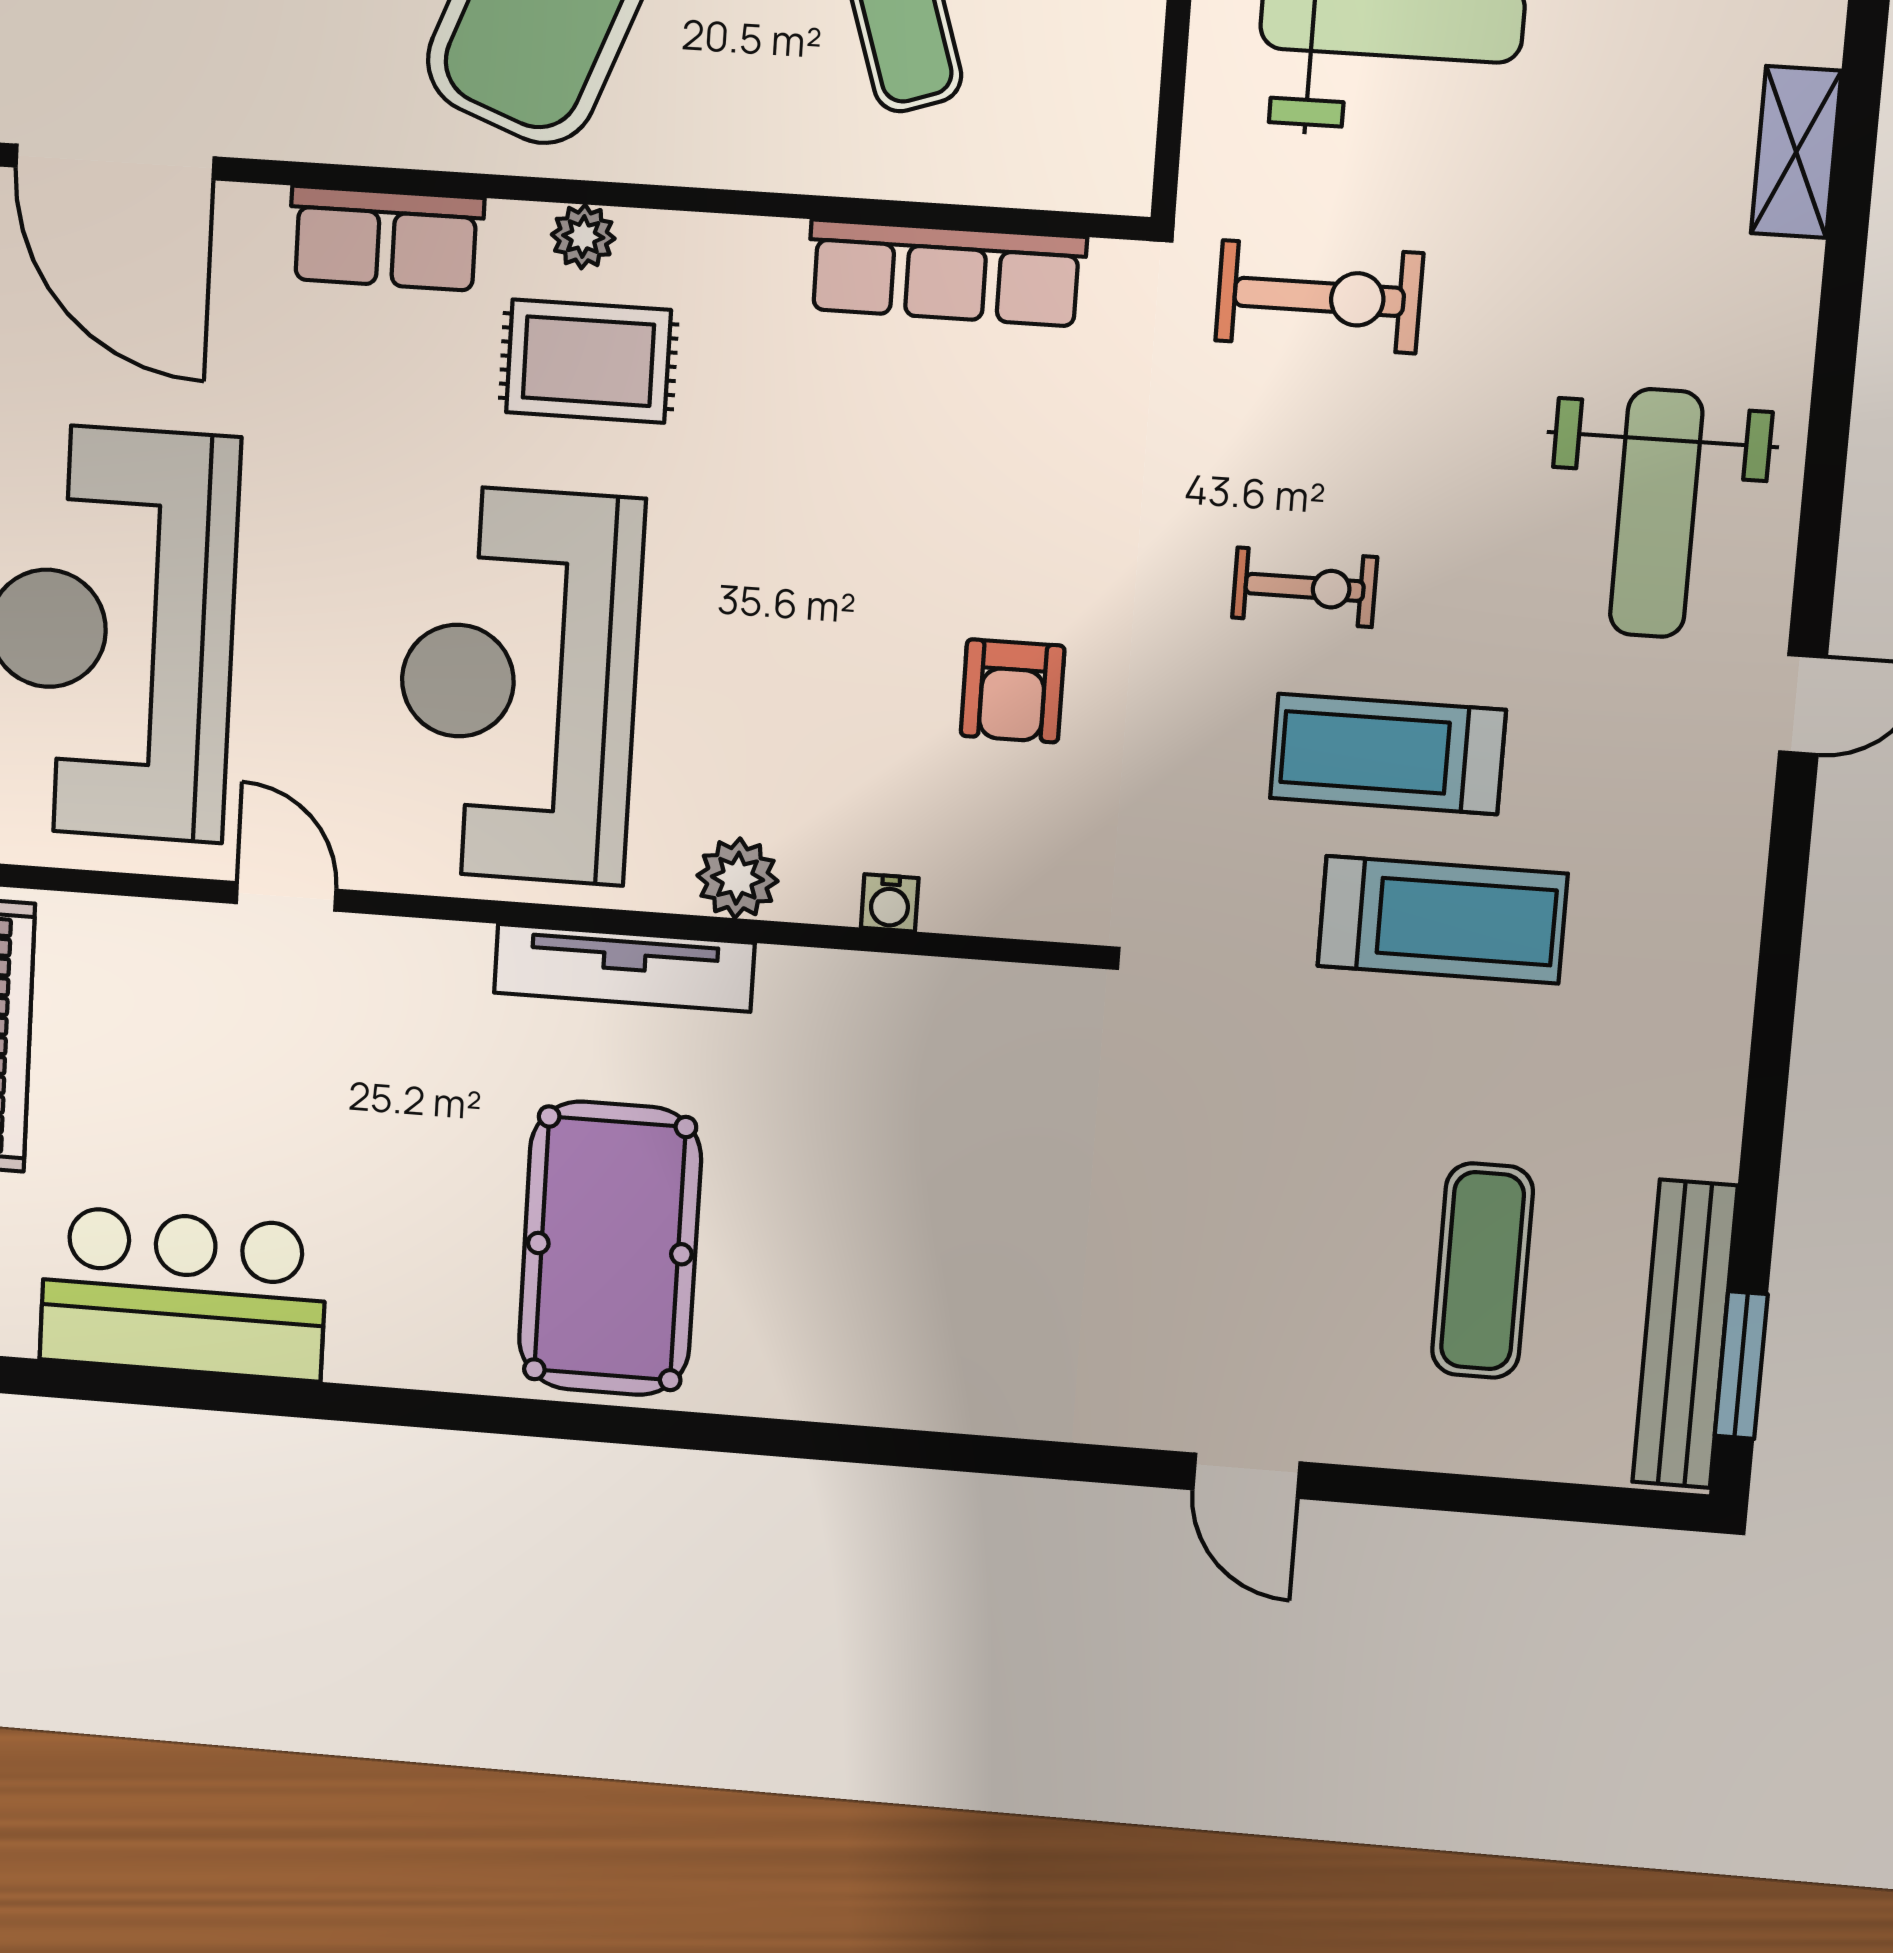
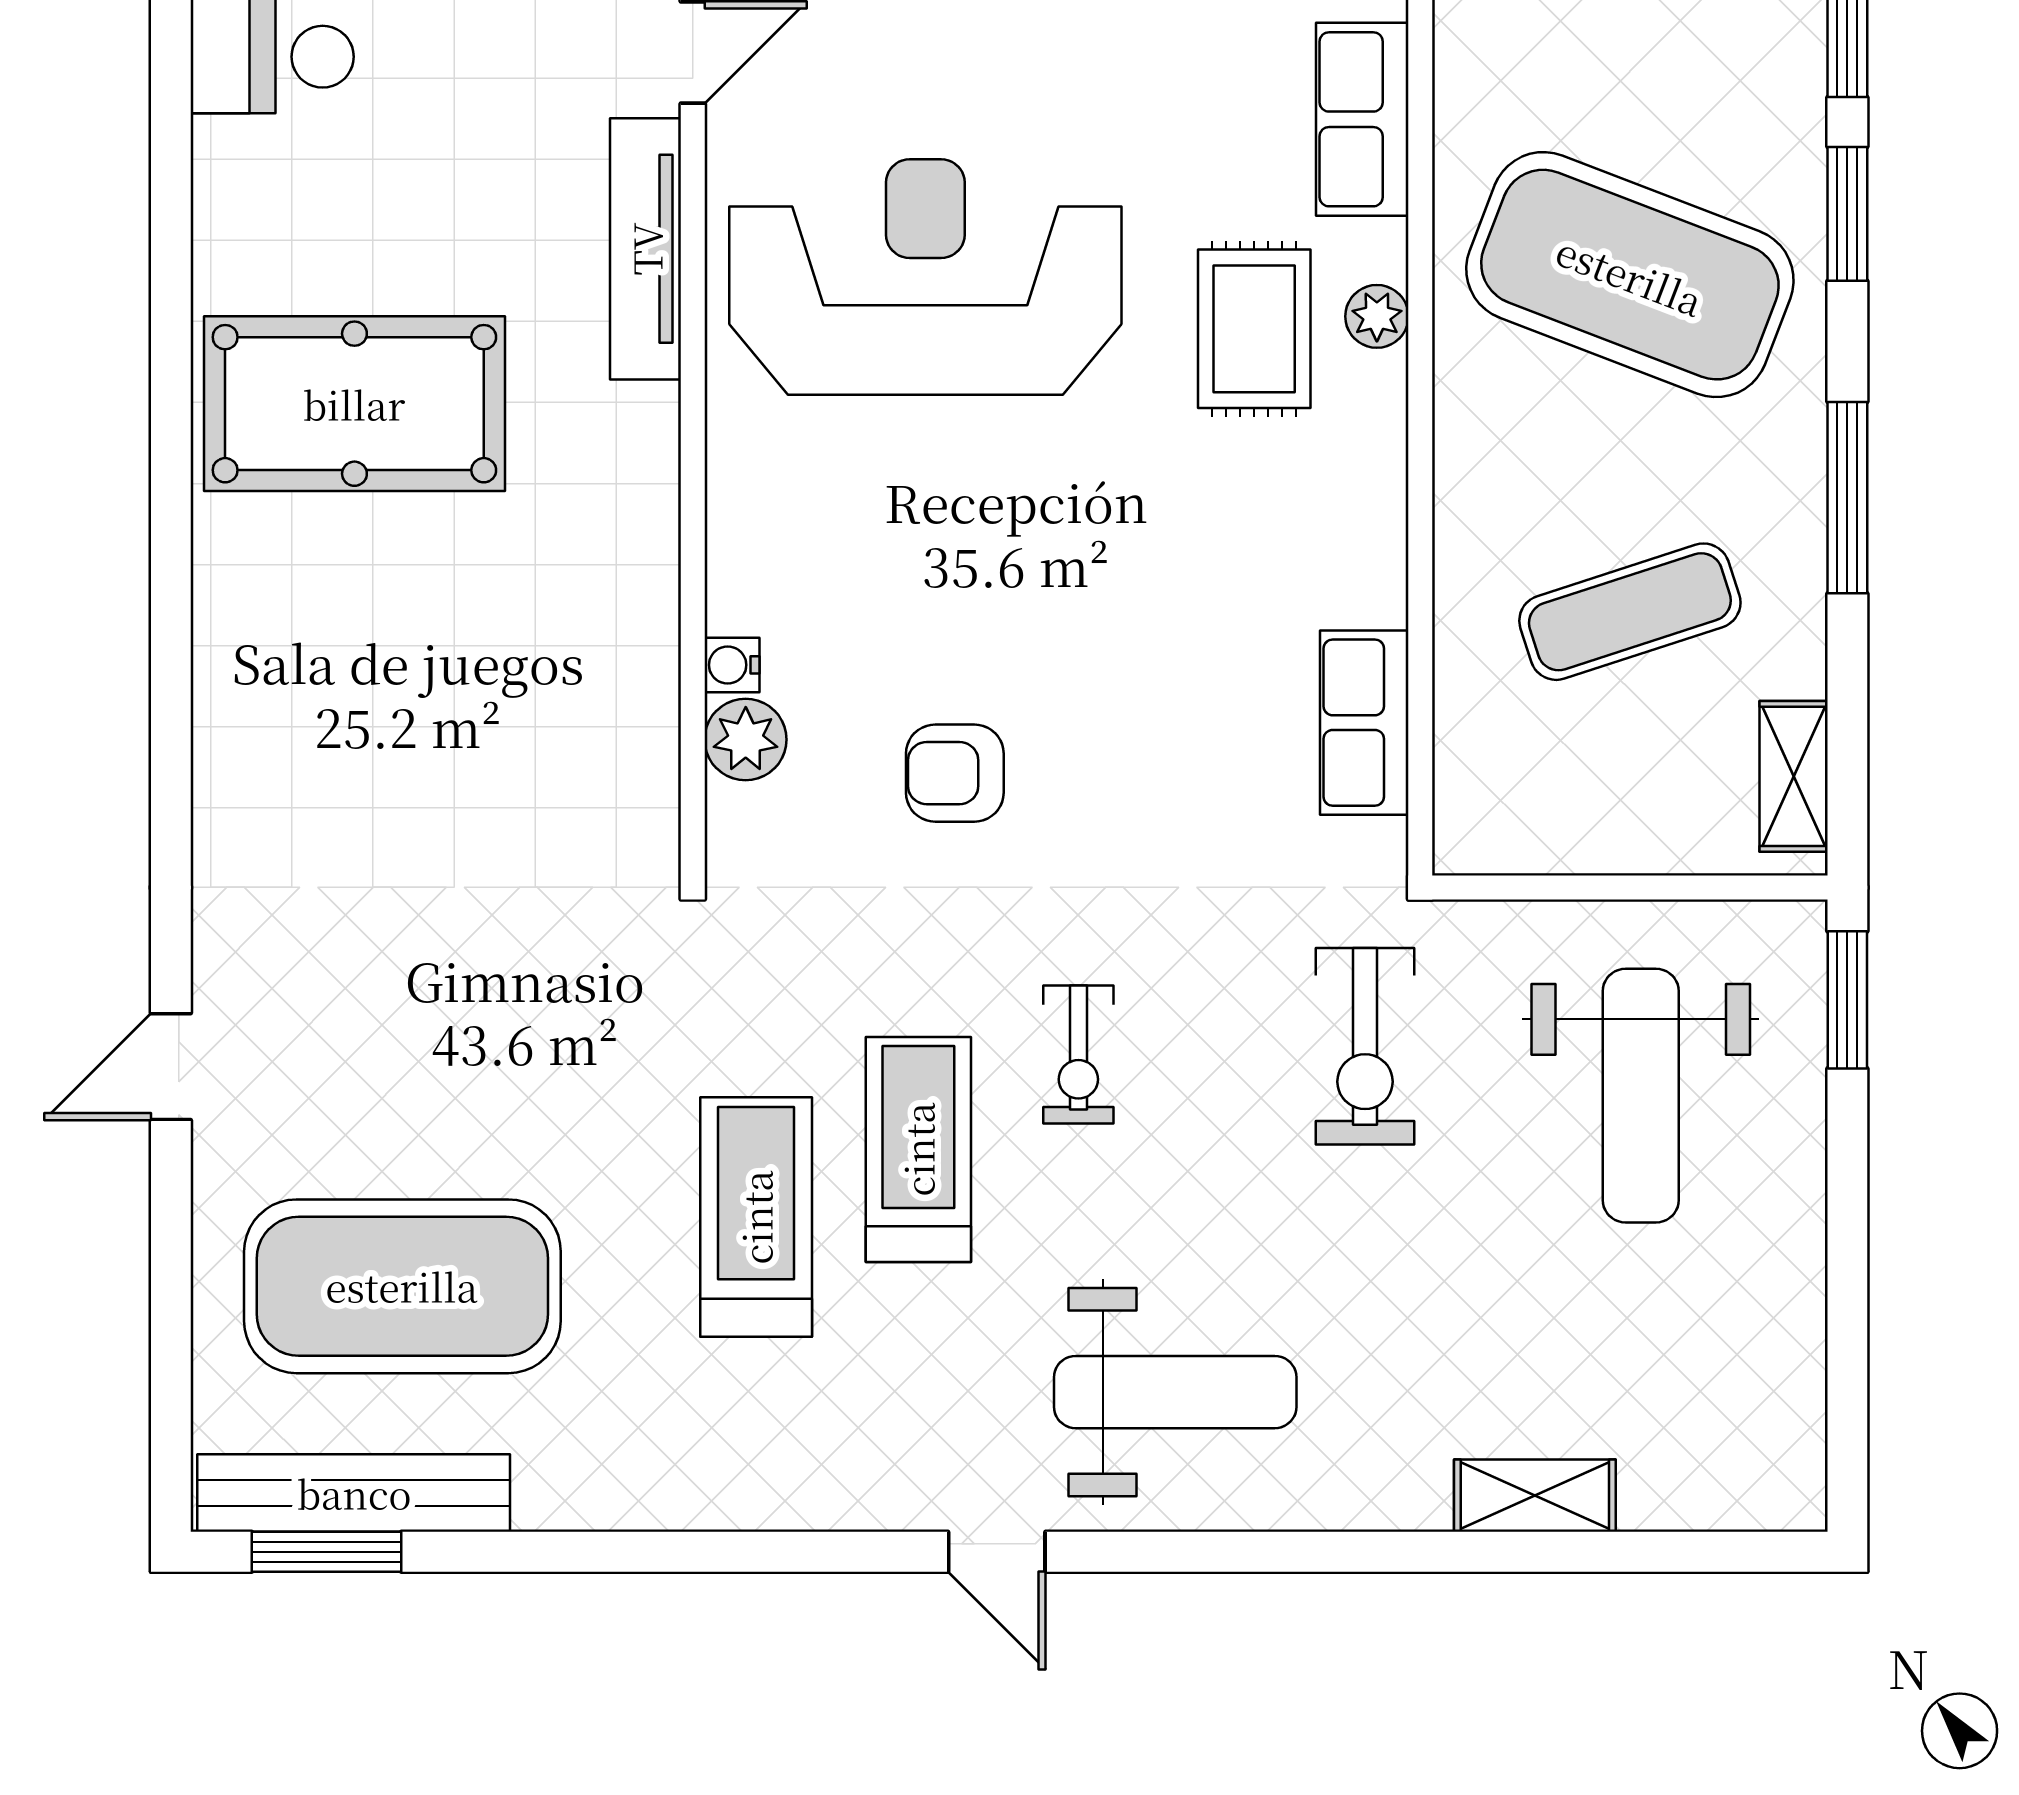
row of seats: (946, 273) -> (1364, 723), width x0.68
weight bench: (1656, 513) -> (1175, 1392), turned 180
plant: (737, 878) -> (746, 740), moved
treadmill: (1442, 920) -> (756, 1217), turned 180
tv unit: (624, 968) -> (646, 249), moved
exercise mat: (1482, 1271) -> (402, 1286), width x2.00, depth x1.45

